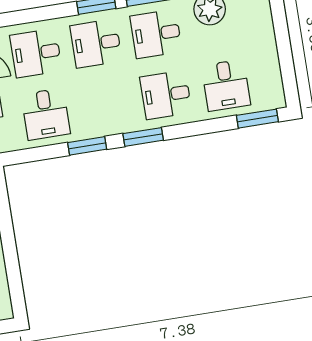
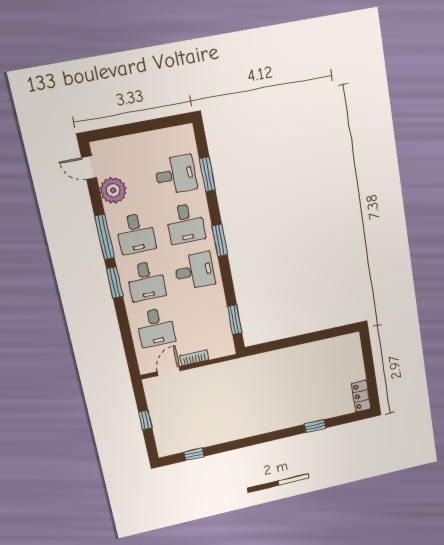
desk: (46, 114) -> (195, 271), moved
window: (257, 119) -> (207, 174), moved
window: (87, 146) -> (235, 320), moved

